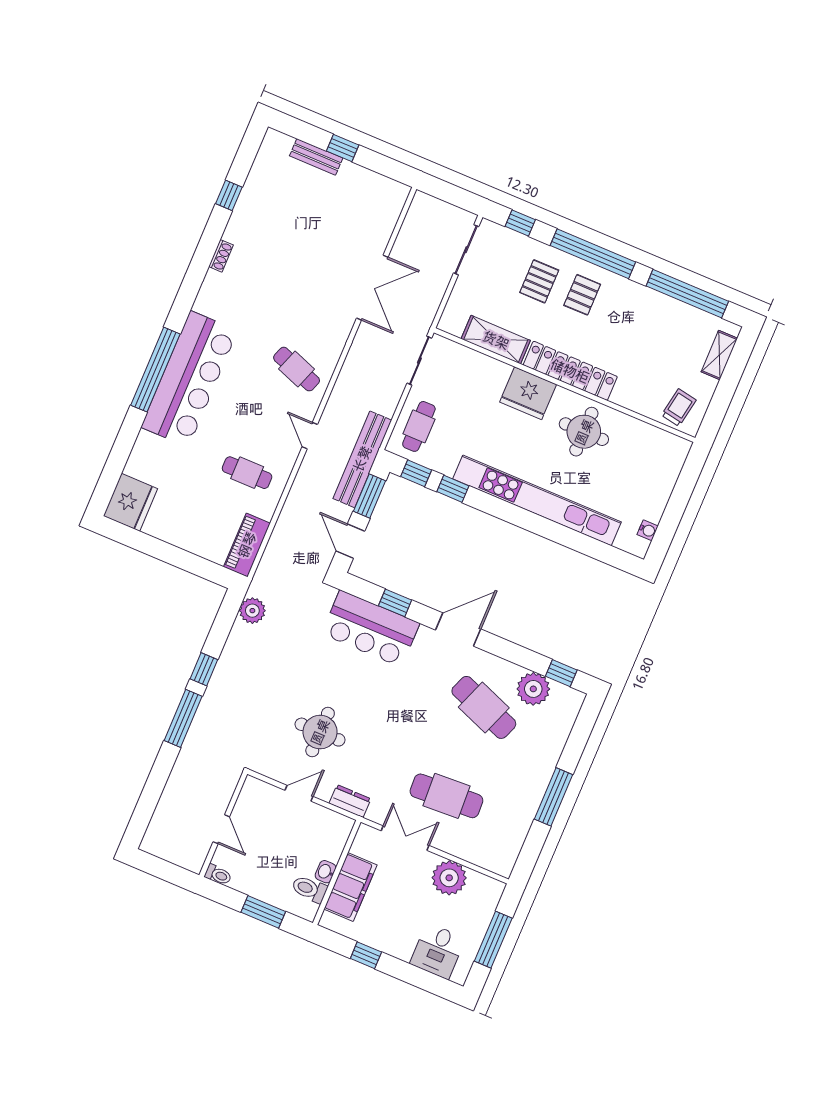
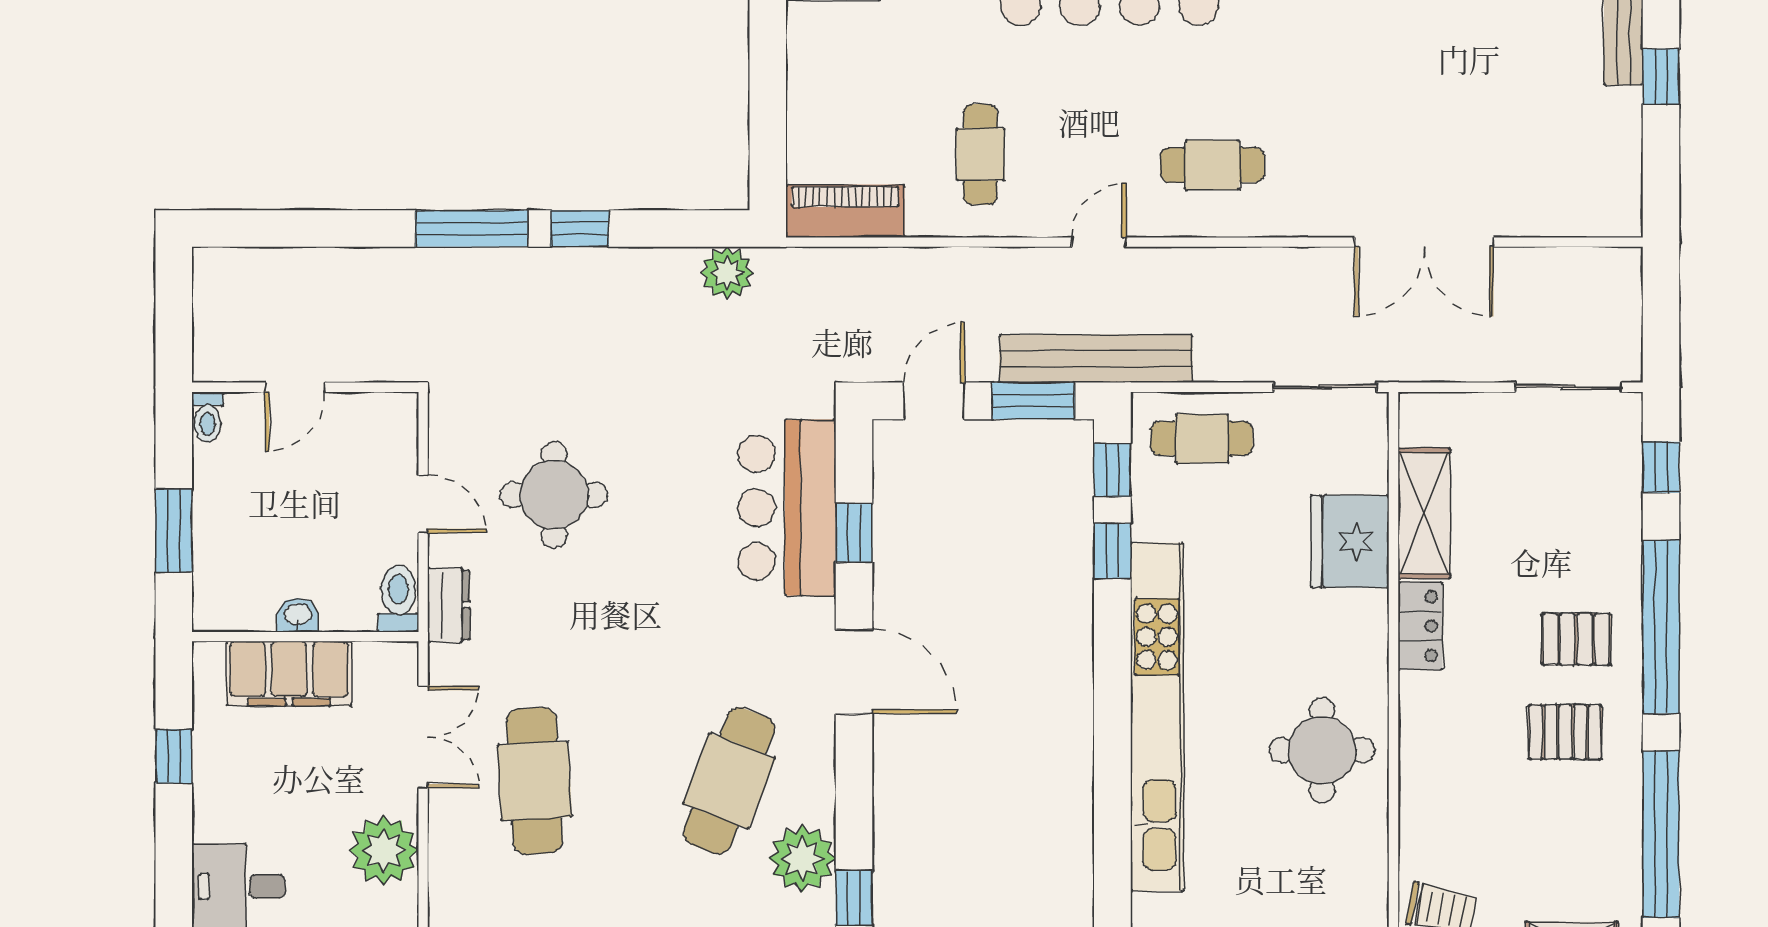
pallet: (539, 281) -> (1565, 732), moved
cafe table: (297, 369) -> (1212, 165), turned 70
locker: (570, 371) -> (1420, 626), width x0.46, depth x0.83
fridge: (528, 393) -> (1350, 541), moved
toilet: (309, 889) -> (398, 599), moved

